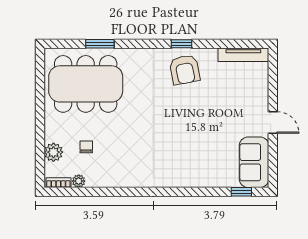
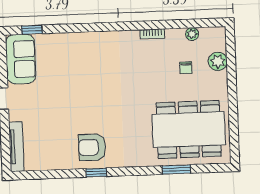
tv unit: (243, 55) -> (16, 147), moved, turned 90
armchair: (185, 70) -> (92, 147), turned -79
bookcase: (58, 183) -> (152, 34), moved

